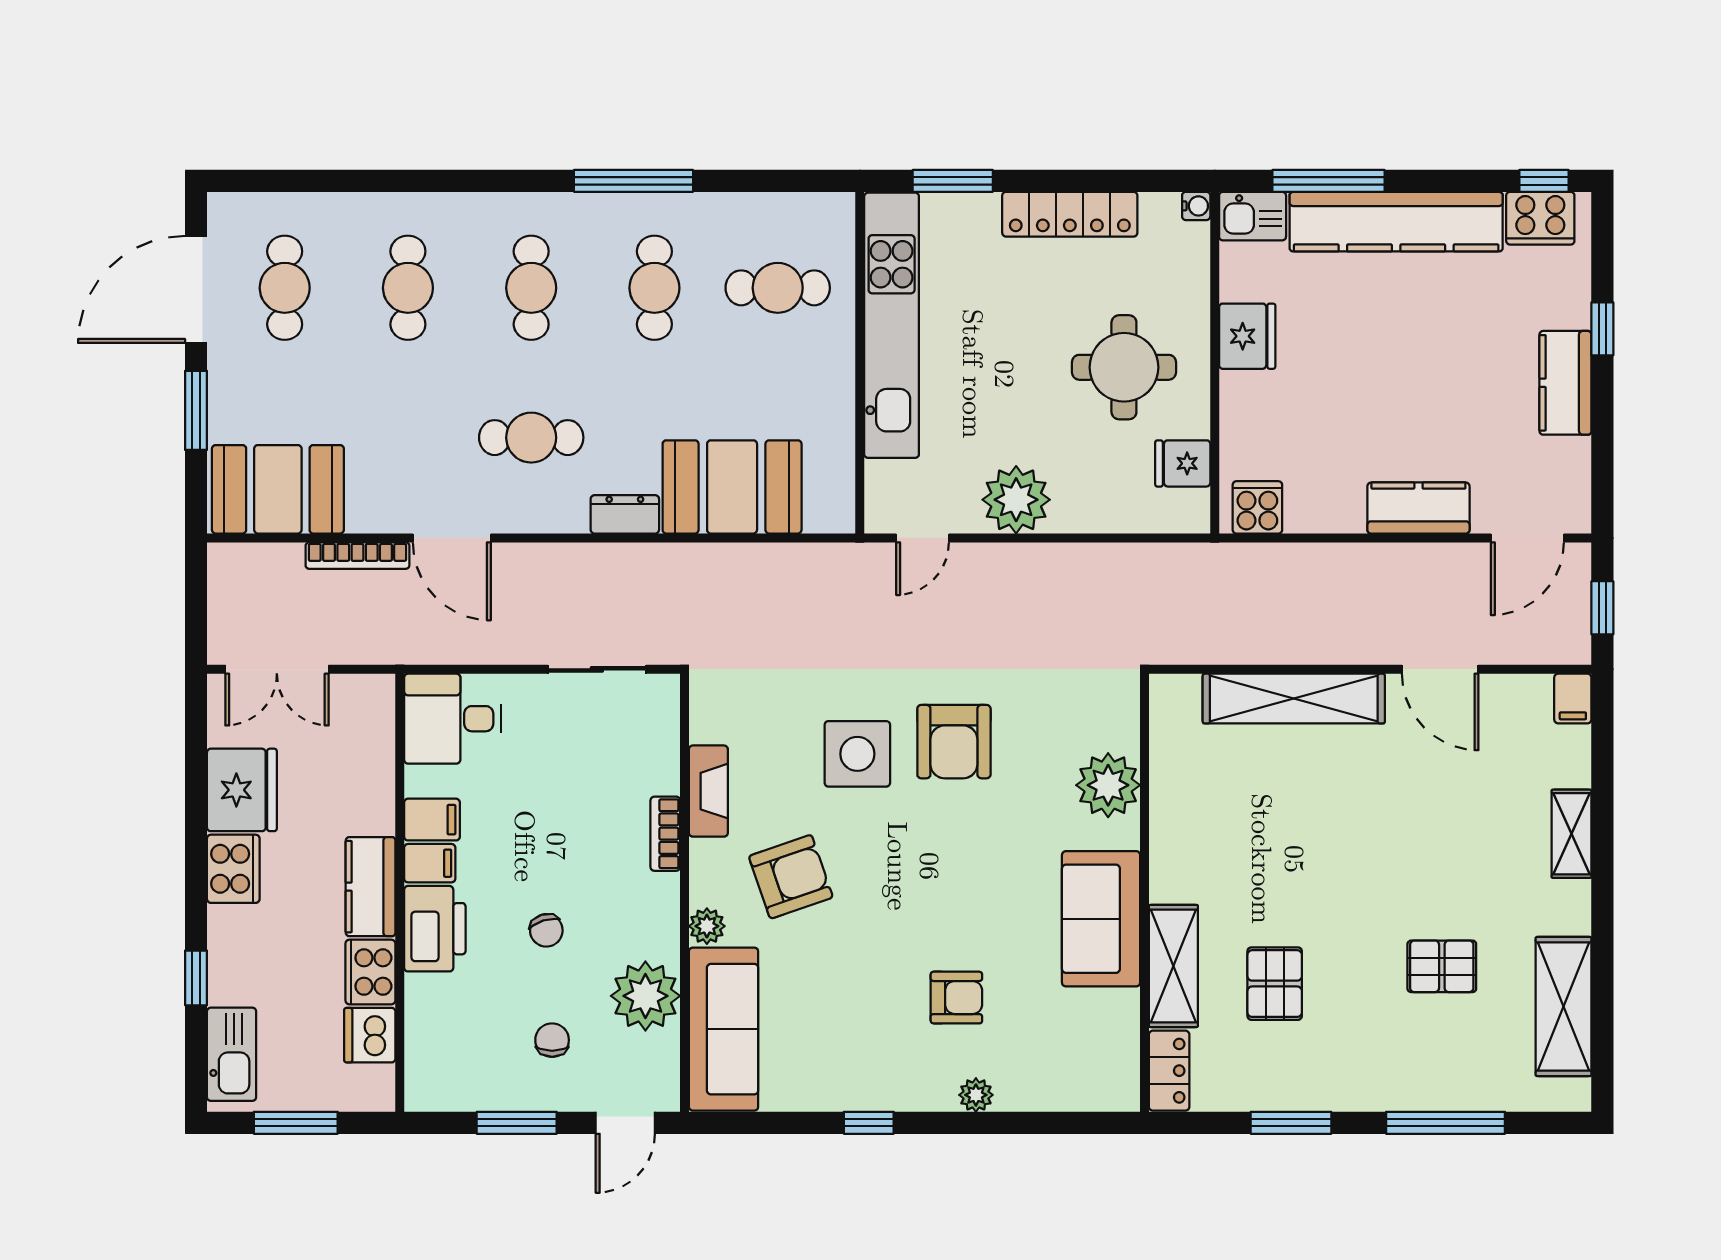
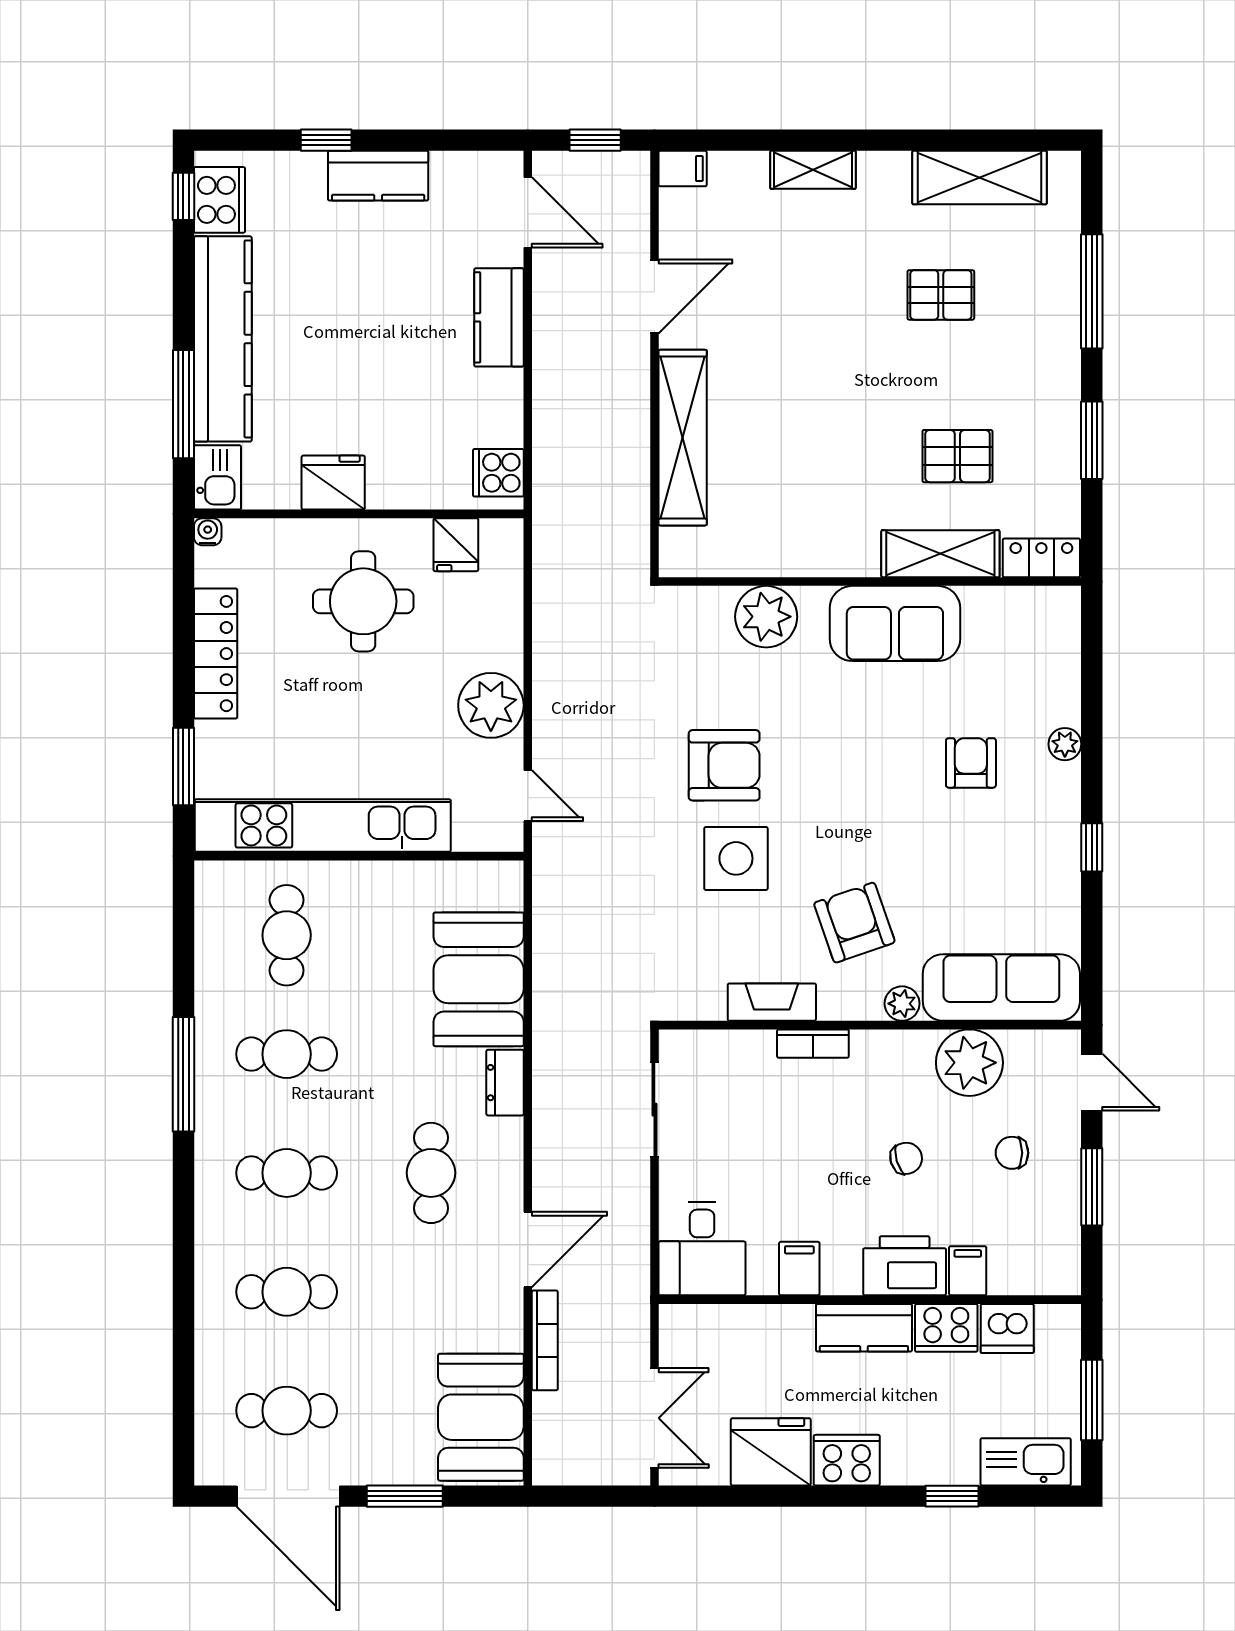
filing cabinet: (430, 863) -> (968, 1271), moved
pallet: (1442, 966) -> (941, 295), turned 90

